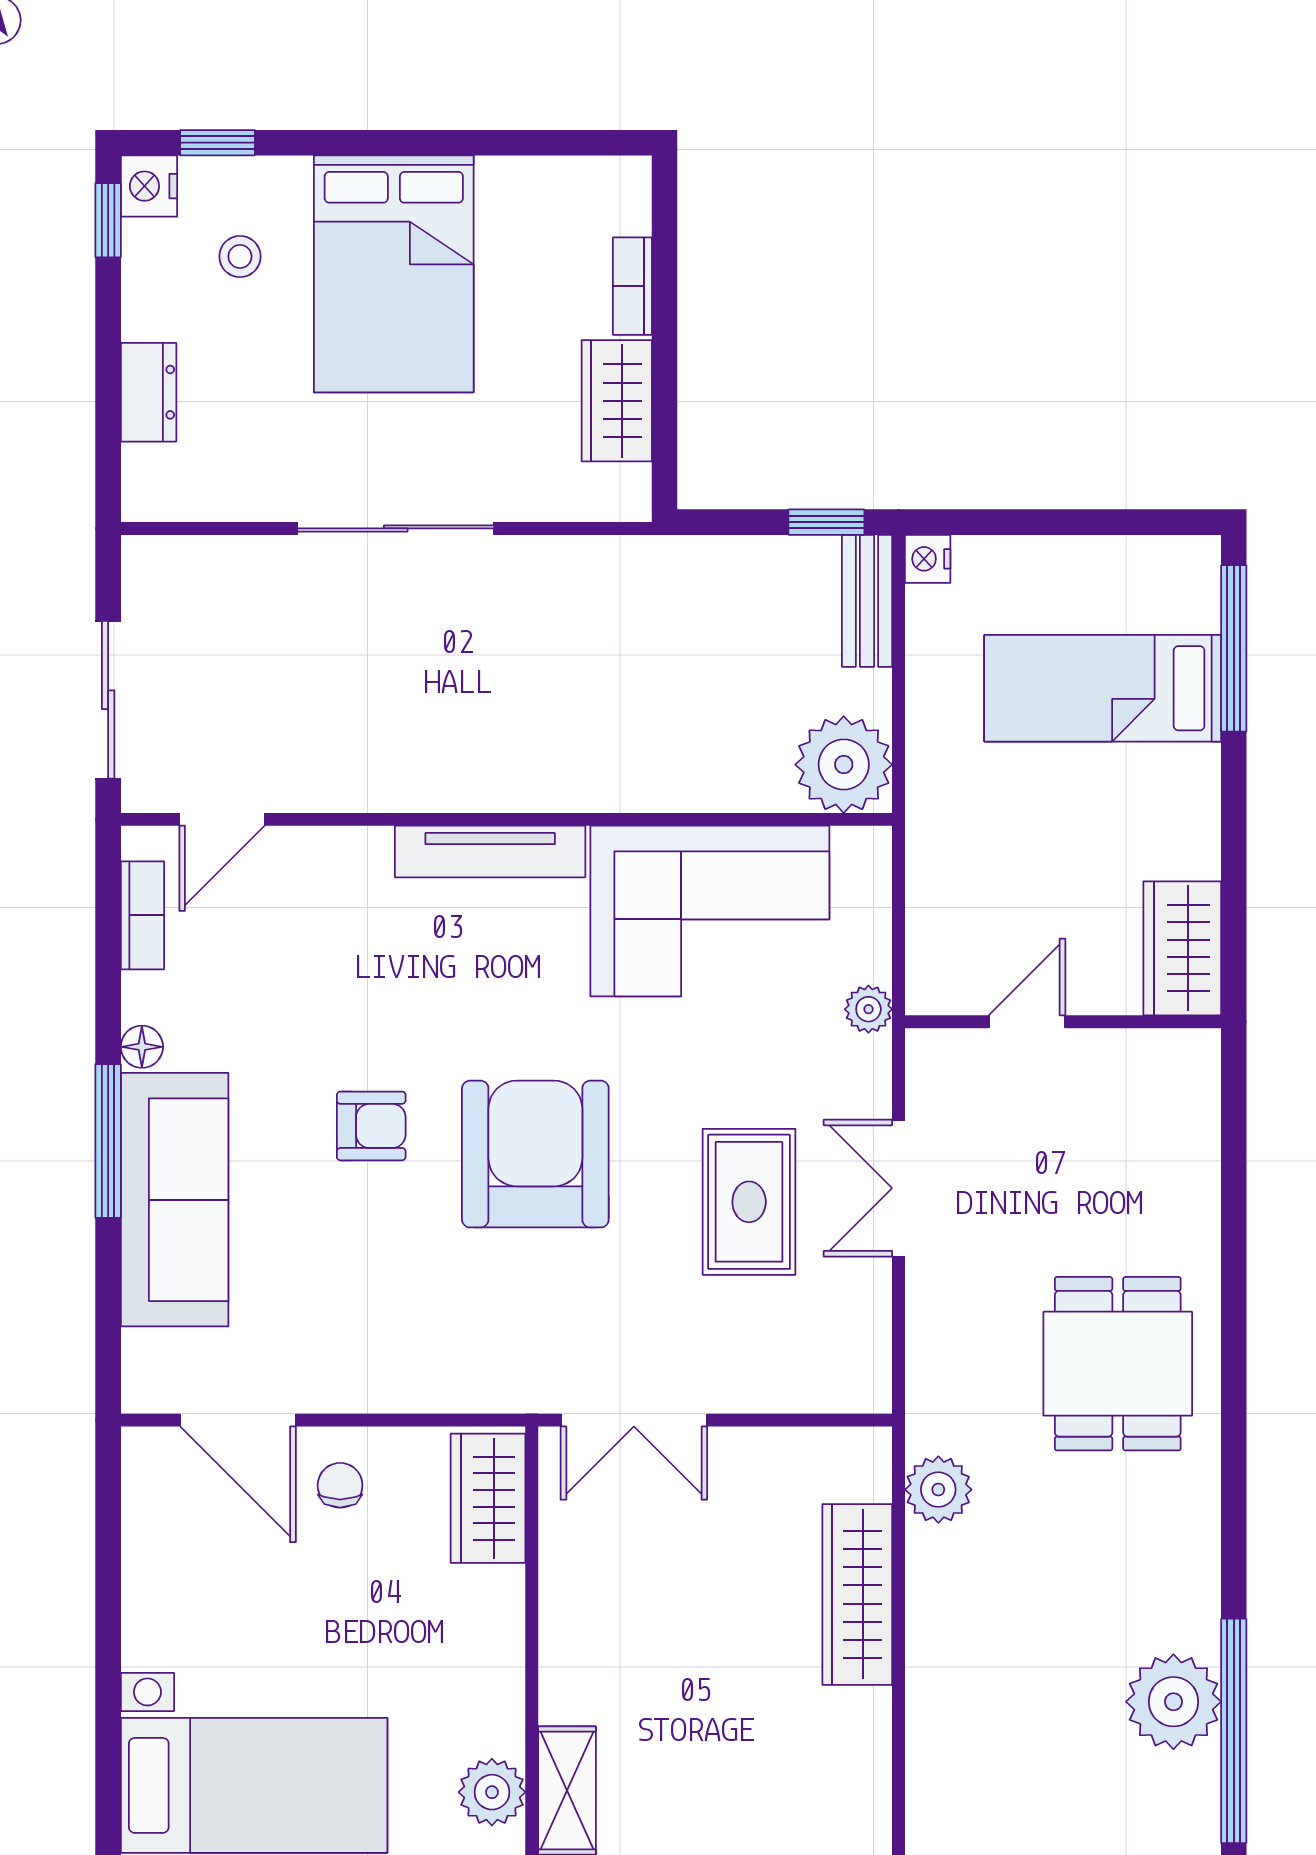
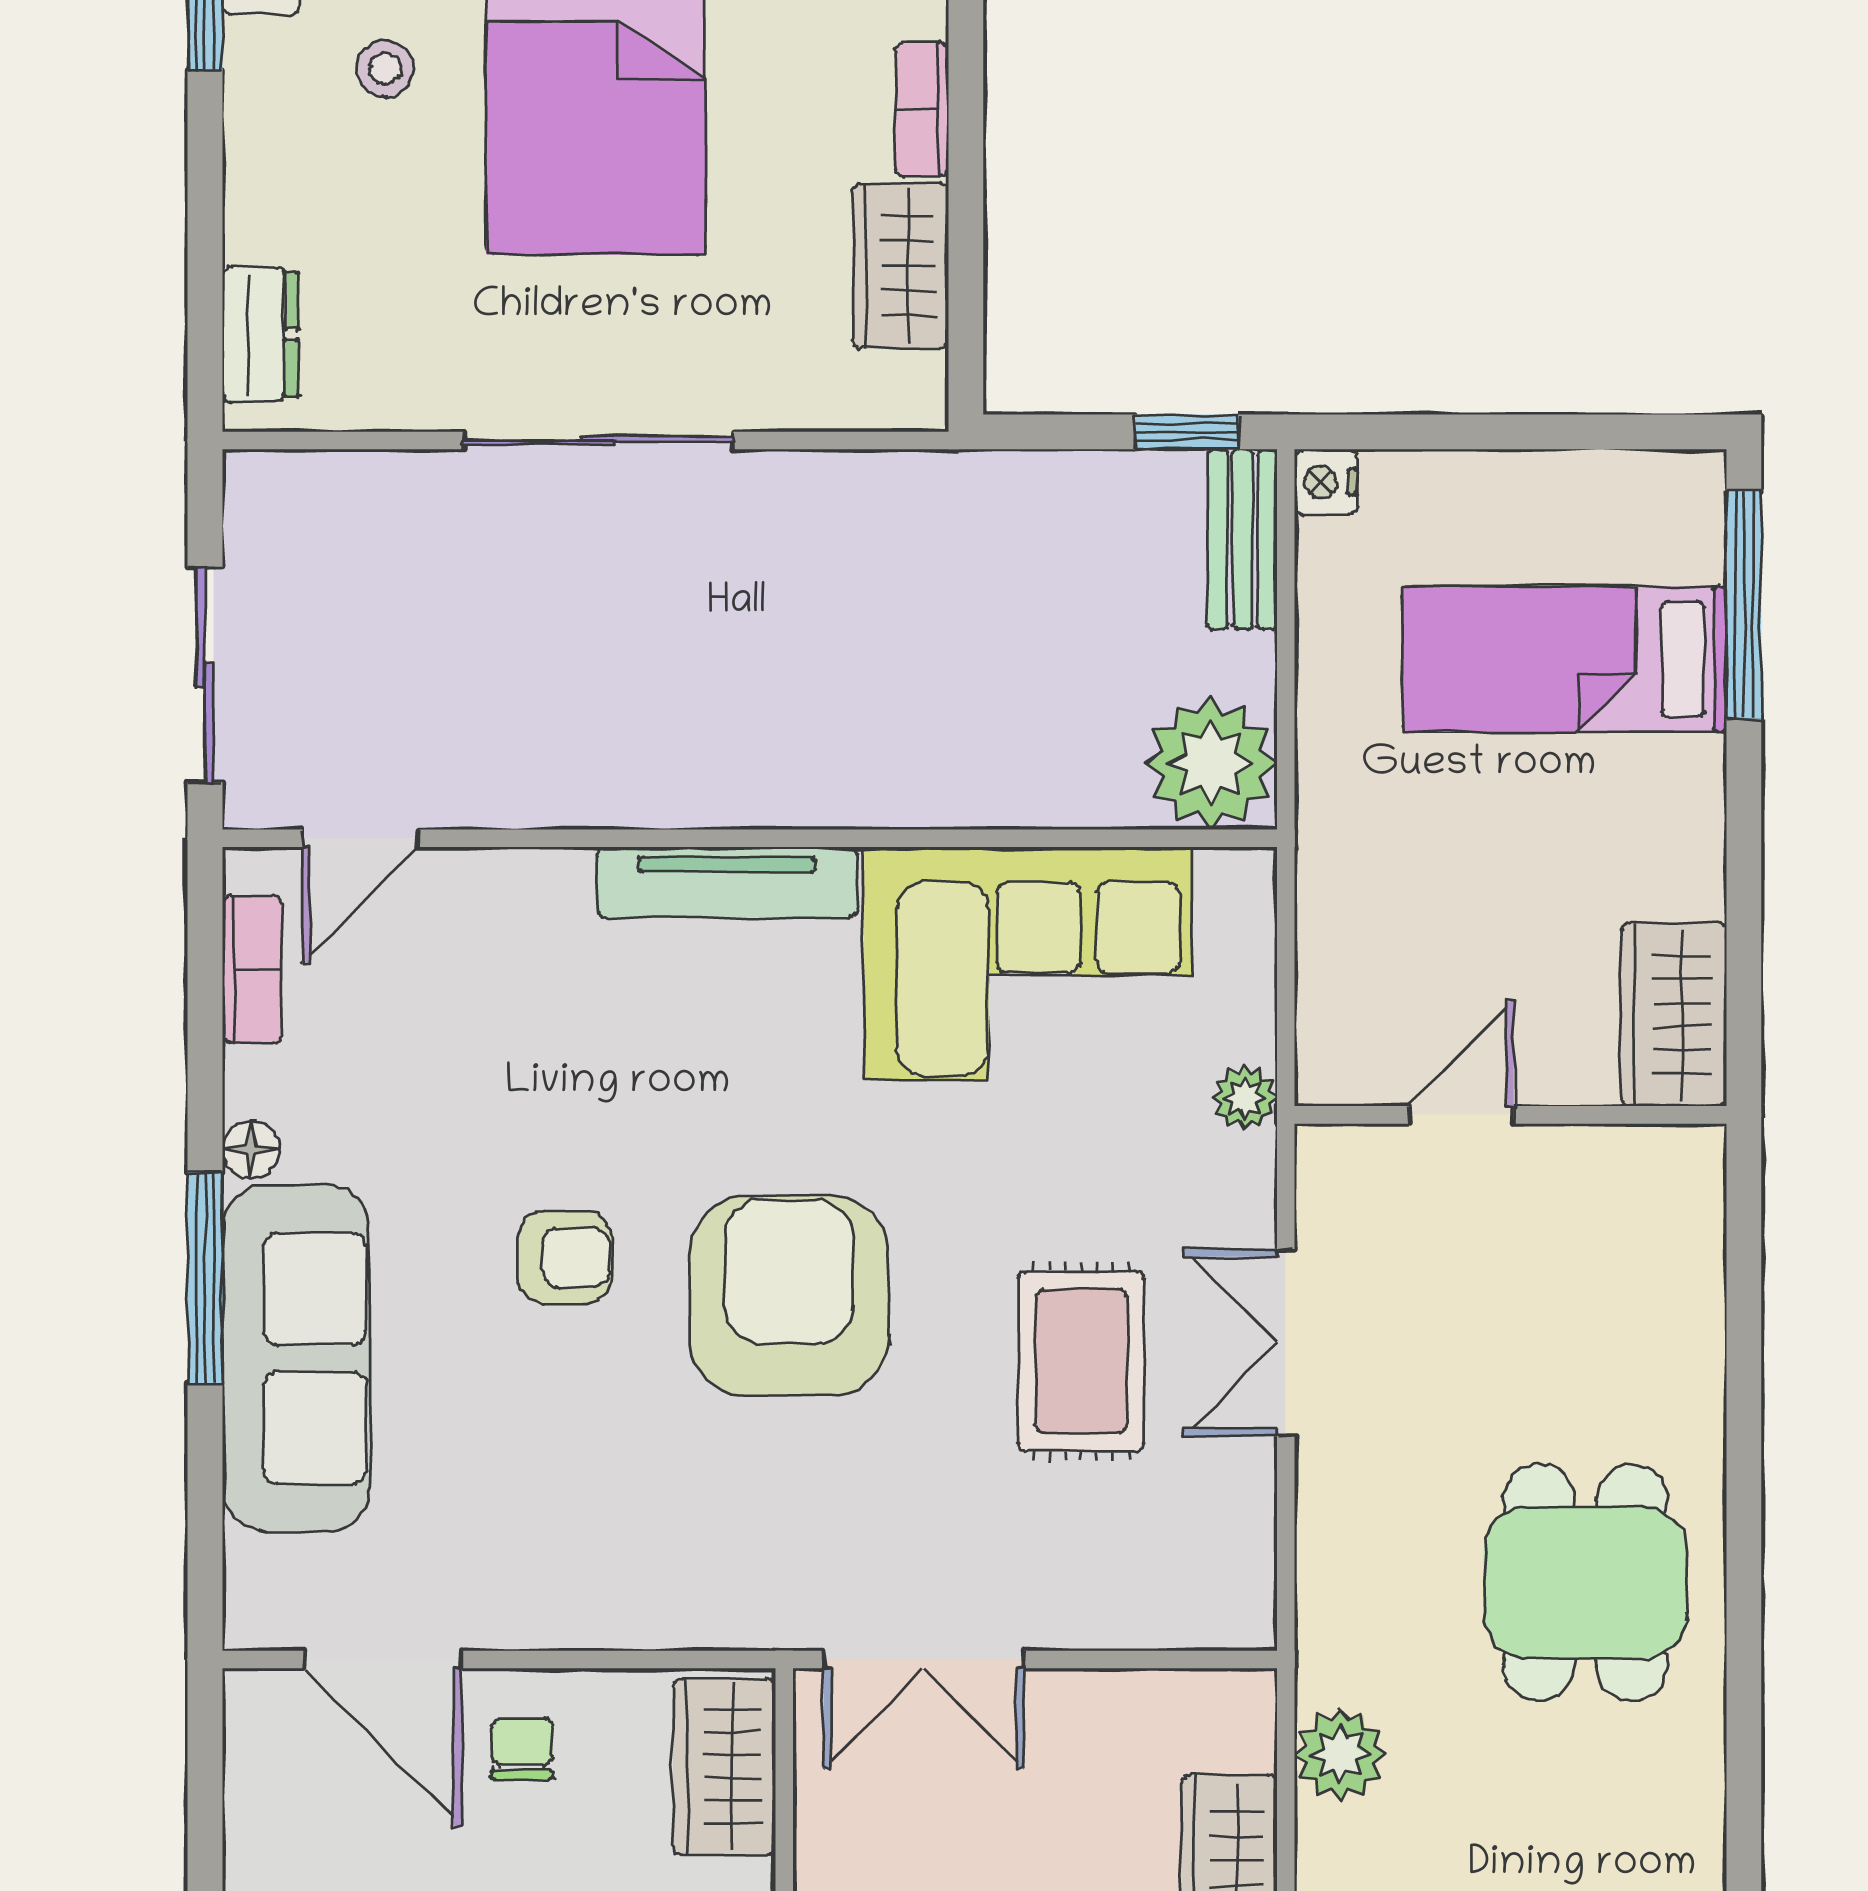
dresser: (149, 392) -> (260, 334), moved

